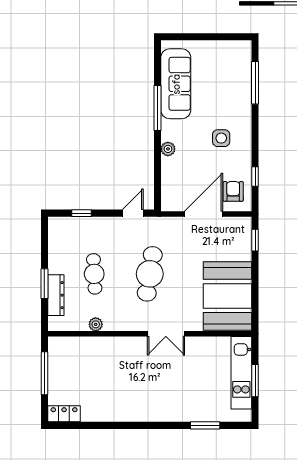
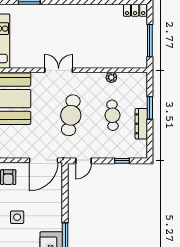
plant: (168, 149) -> (57, 209), removed
door: (204, 214) -> (44, 160), moved
dresser: (56, 295) -> (141, 124), moved

